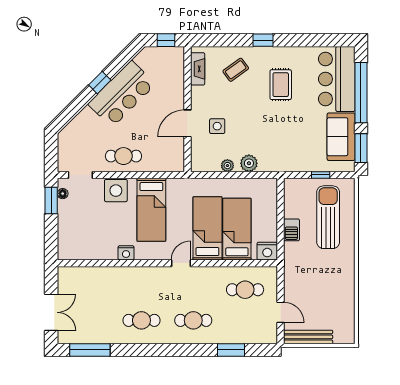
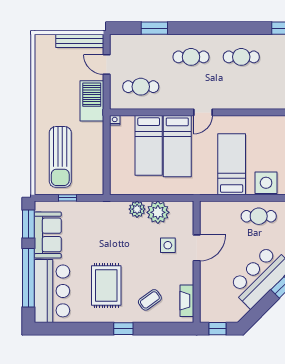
rug: (281, 85) -> (106, 285), width x1.36, depth x1.43
plant: (227, 166) -> (158, 212), width x1.88, depth x1.88
barbecue: (291, 230) -> (92, 101), moved, width x1.88, depth x1.53
nightstand: (267, 251) -> (115, 120), width x0.53, depth x0.56
nightstand: (126, 253) -> (256, 122), removed

